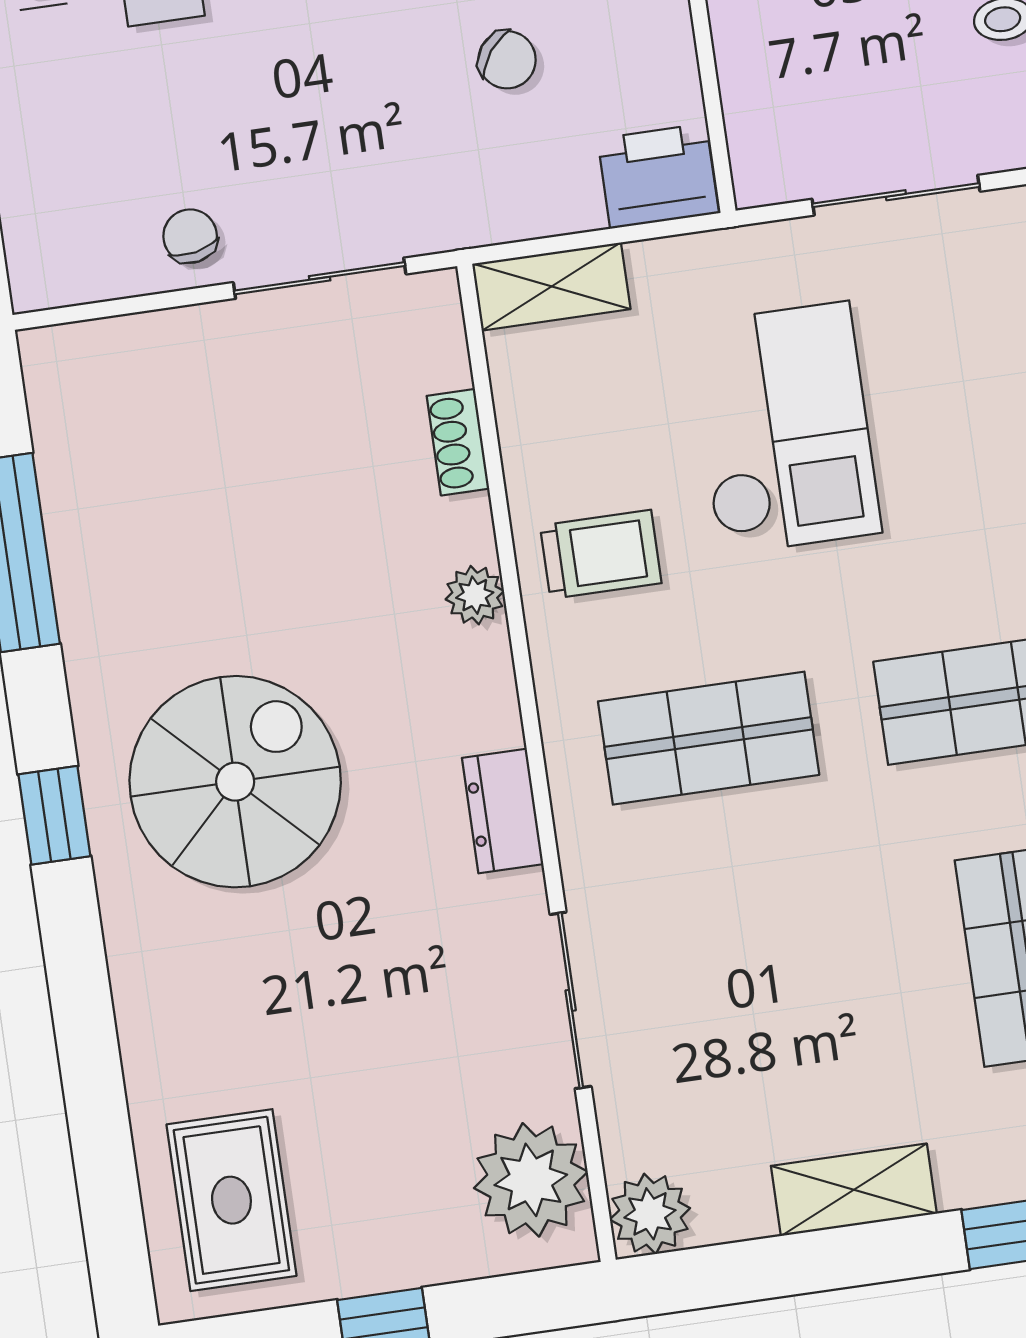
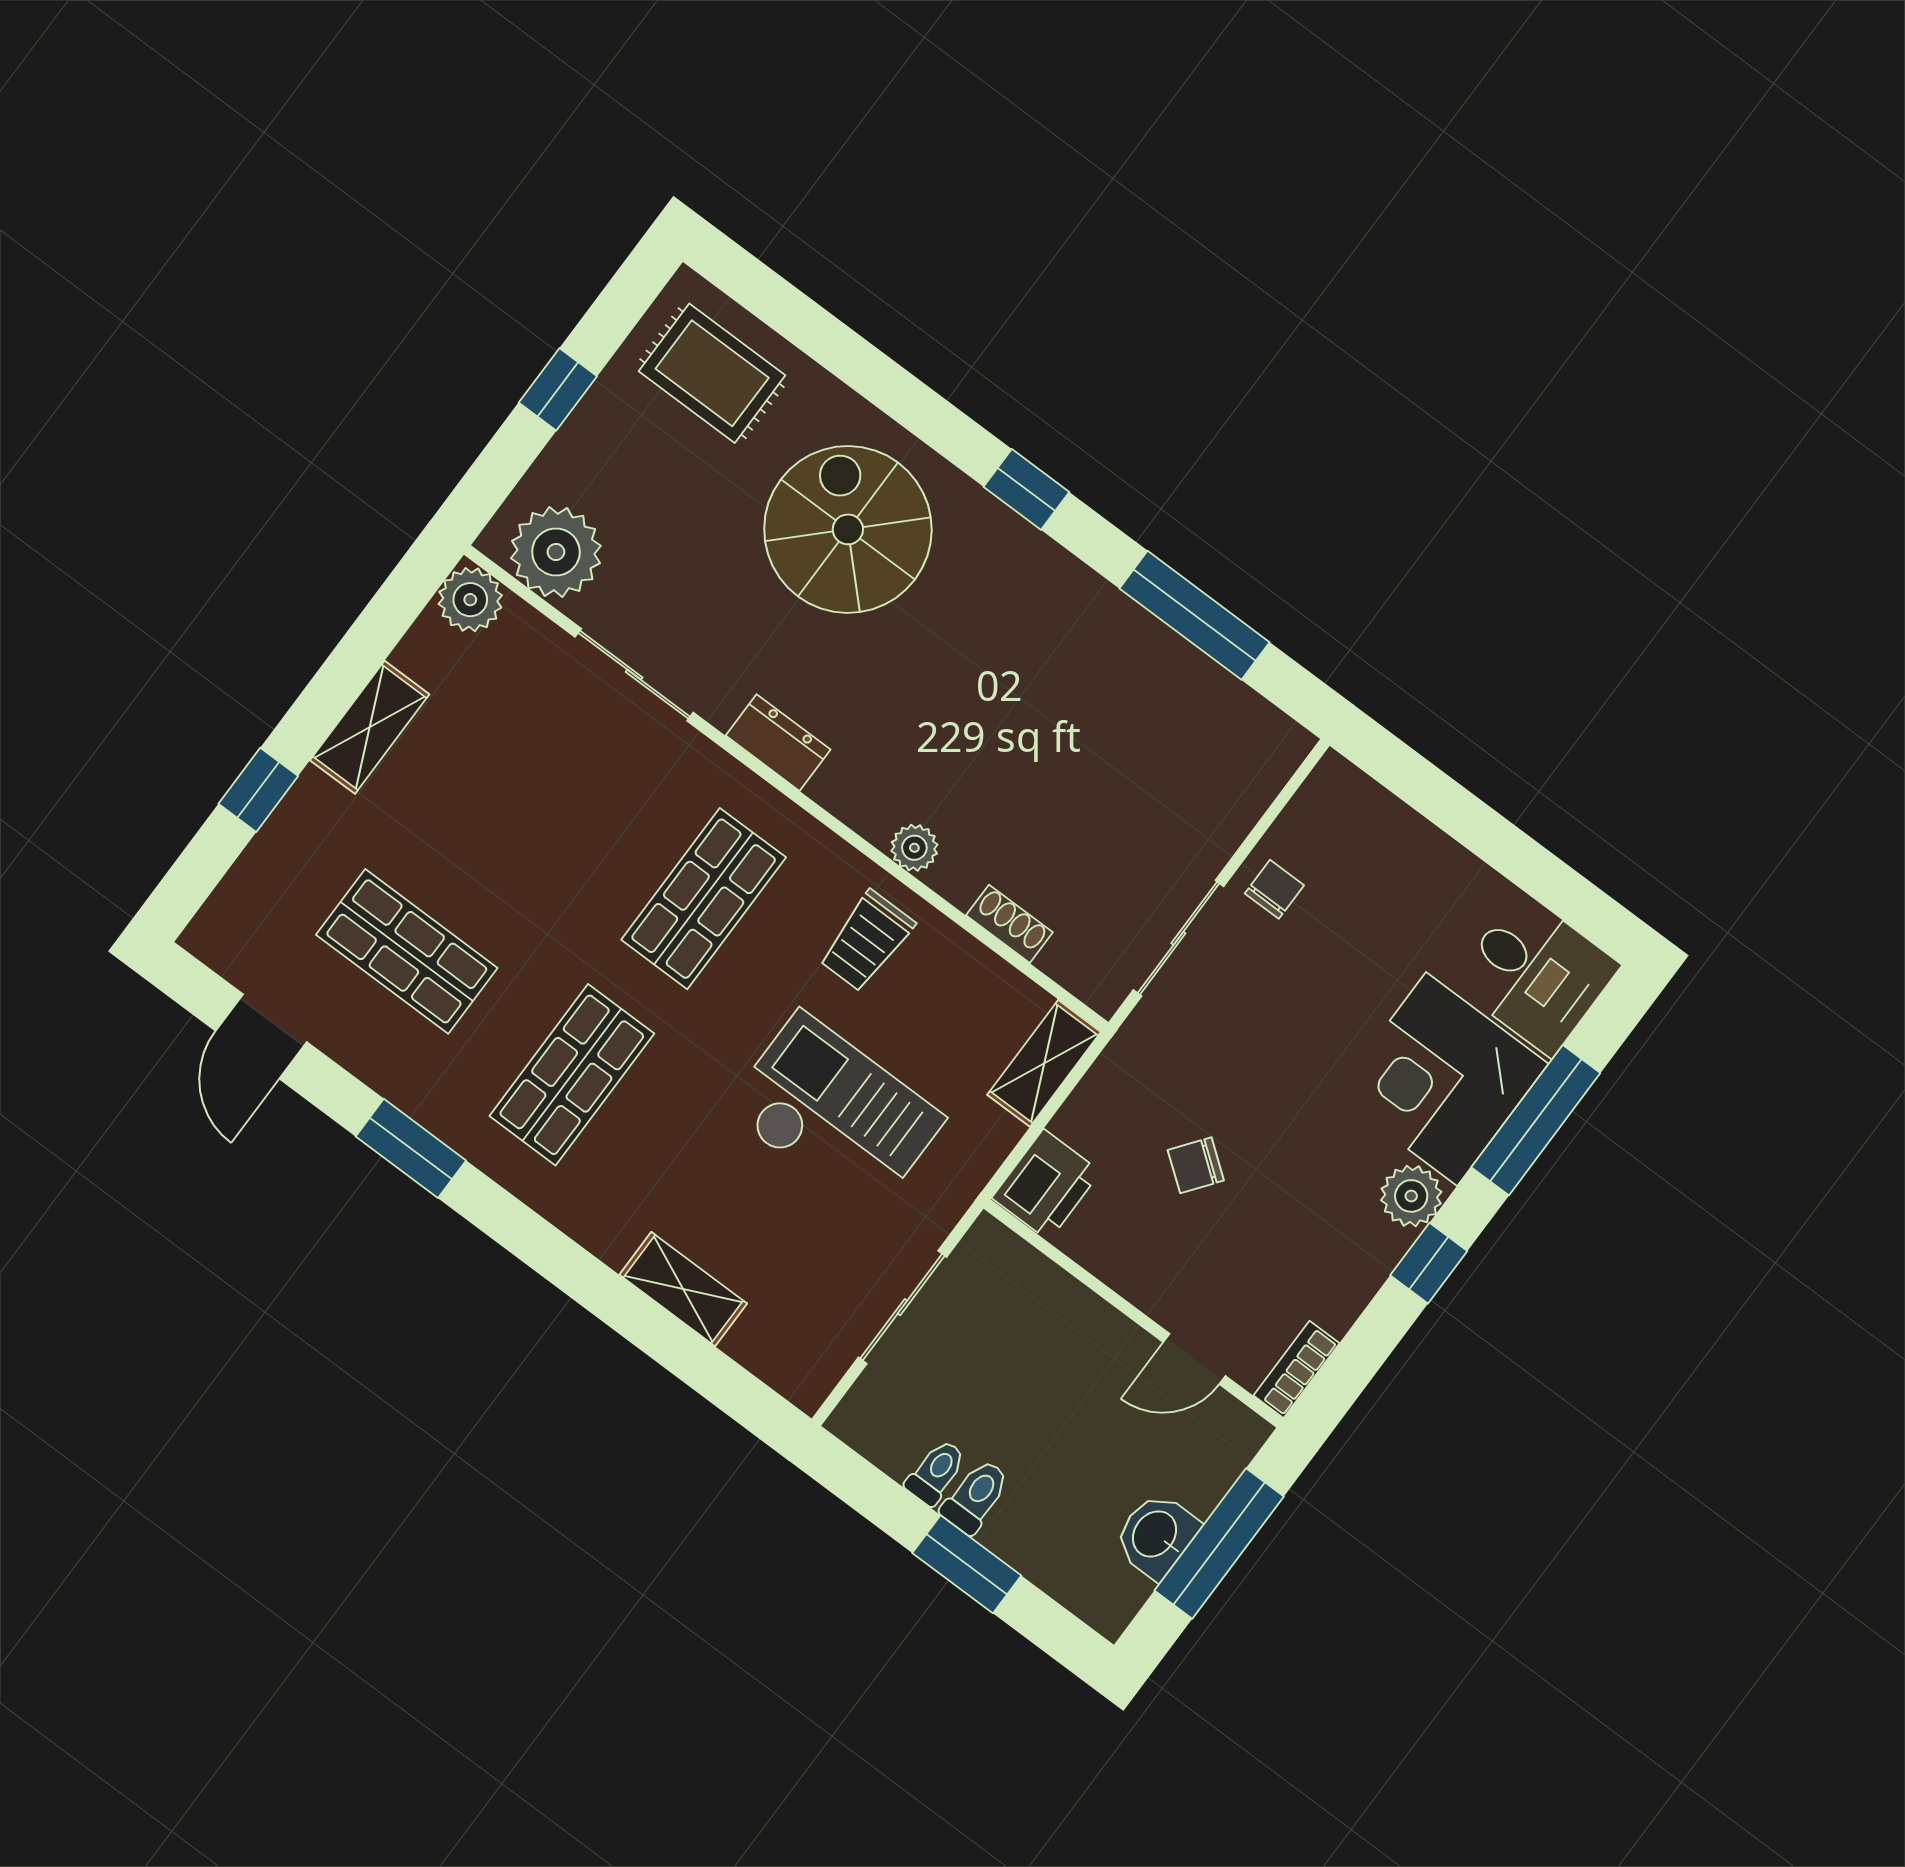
chair: (190, 236) -> (1274, 889), turned -79
checkout: (784, 428) -> (835, 1114), turned 180
spiral stairs: (235, 782) -> (848, 529), moved, turned 180

